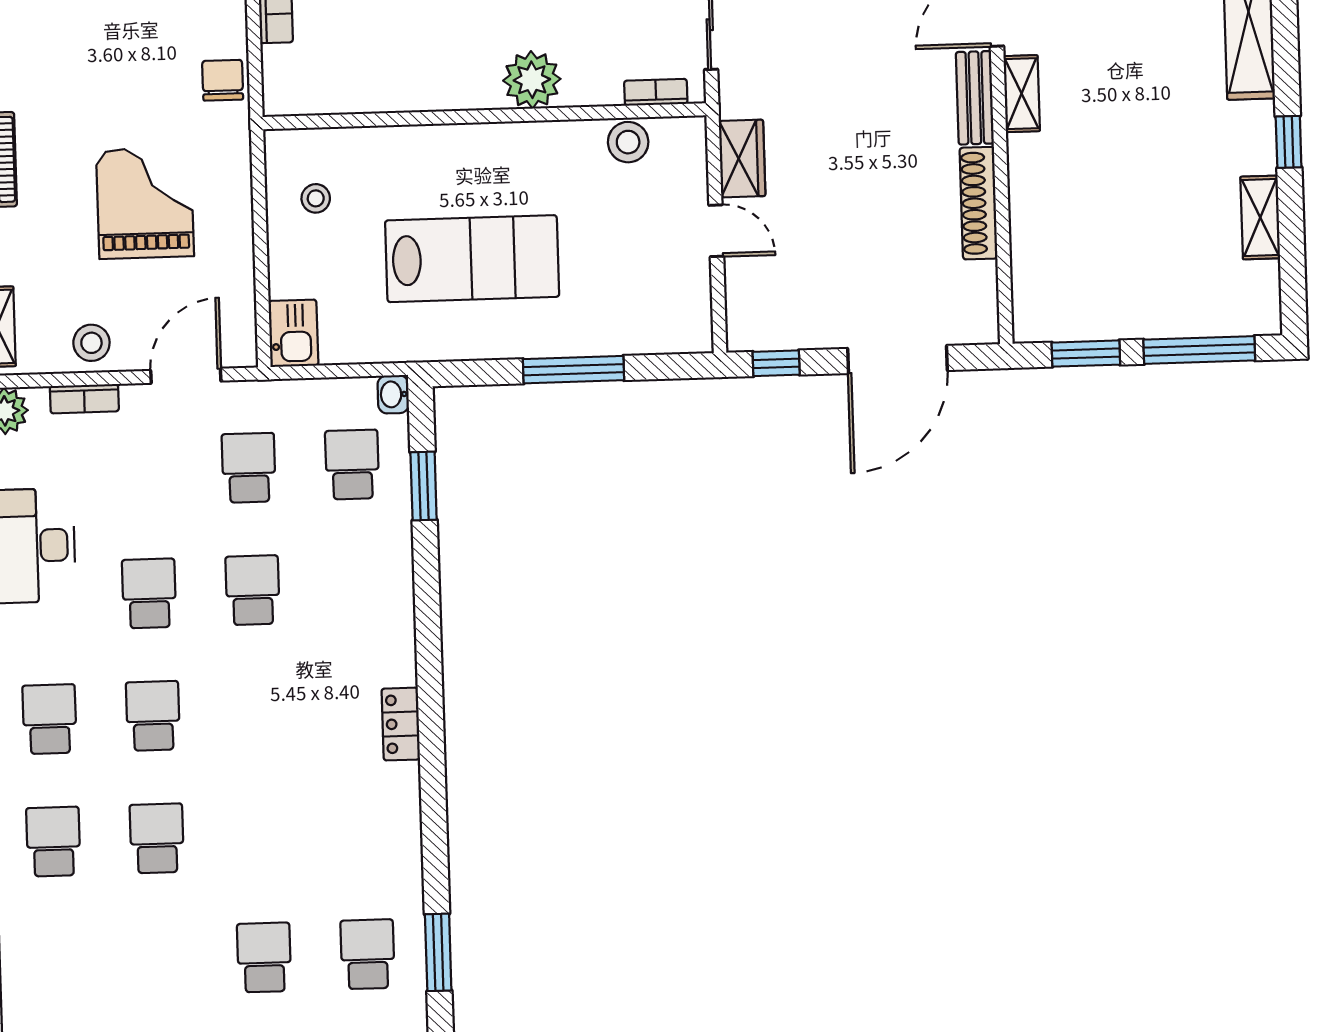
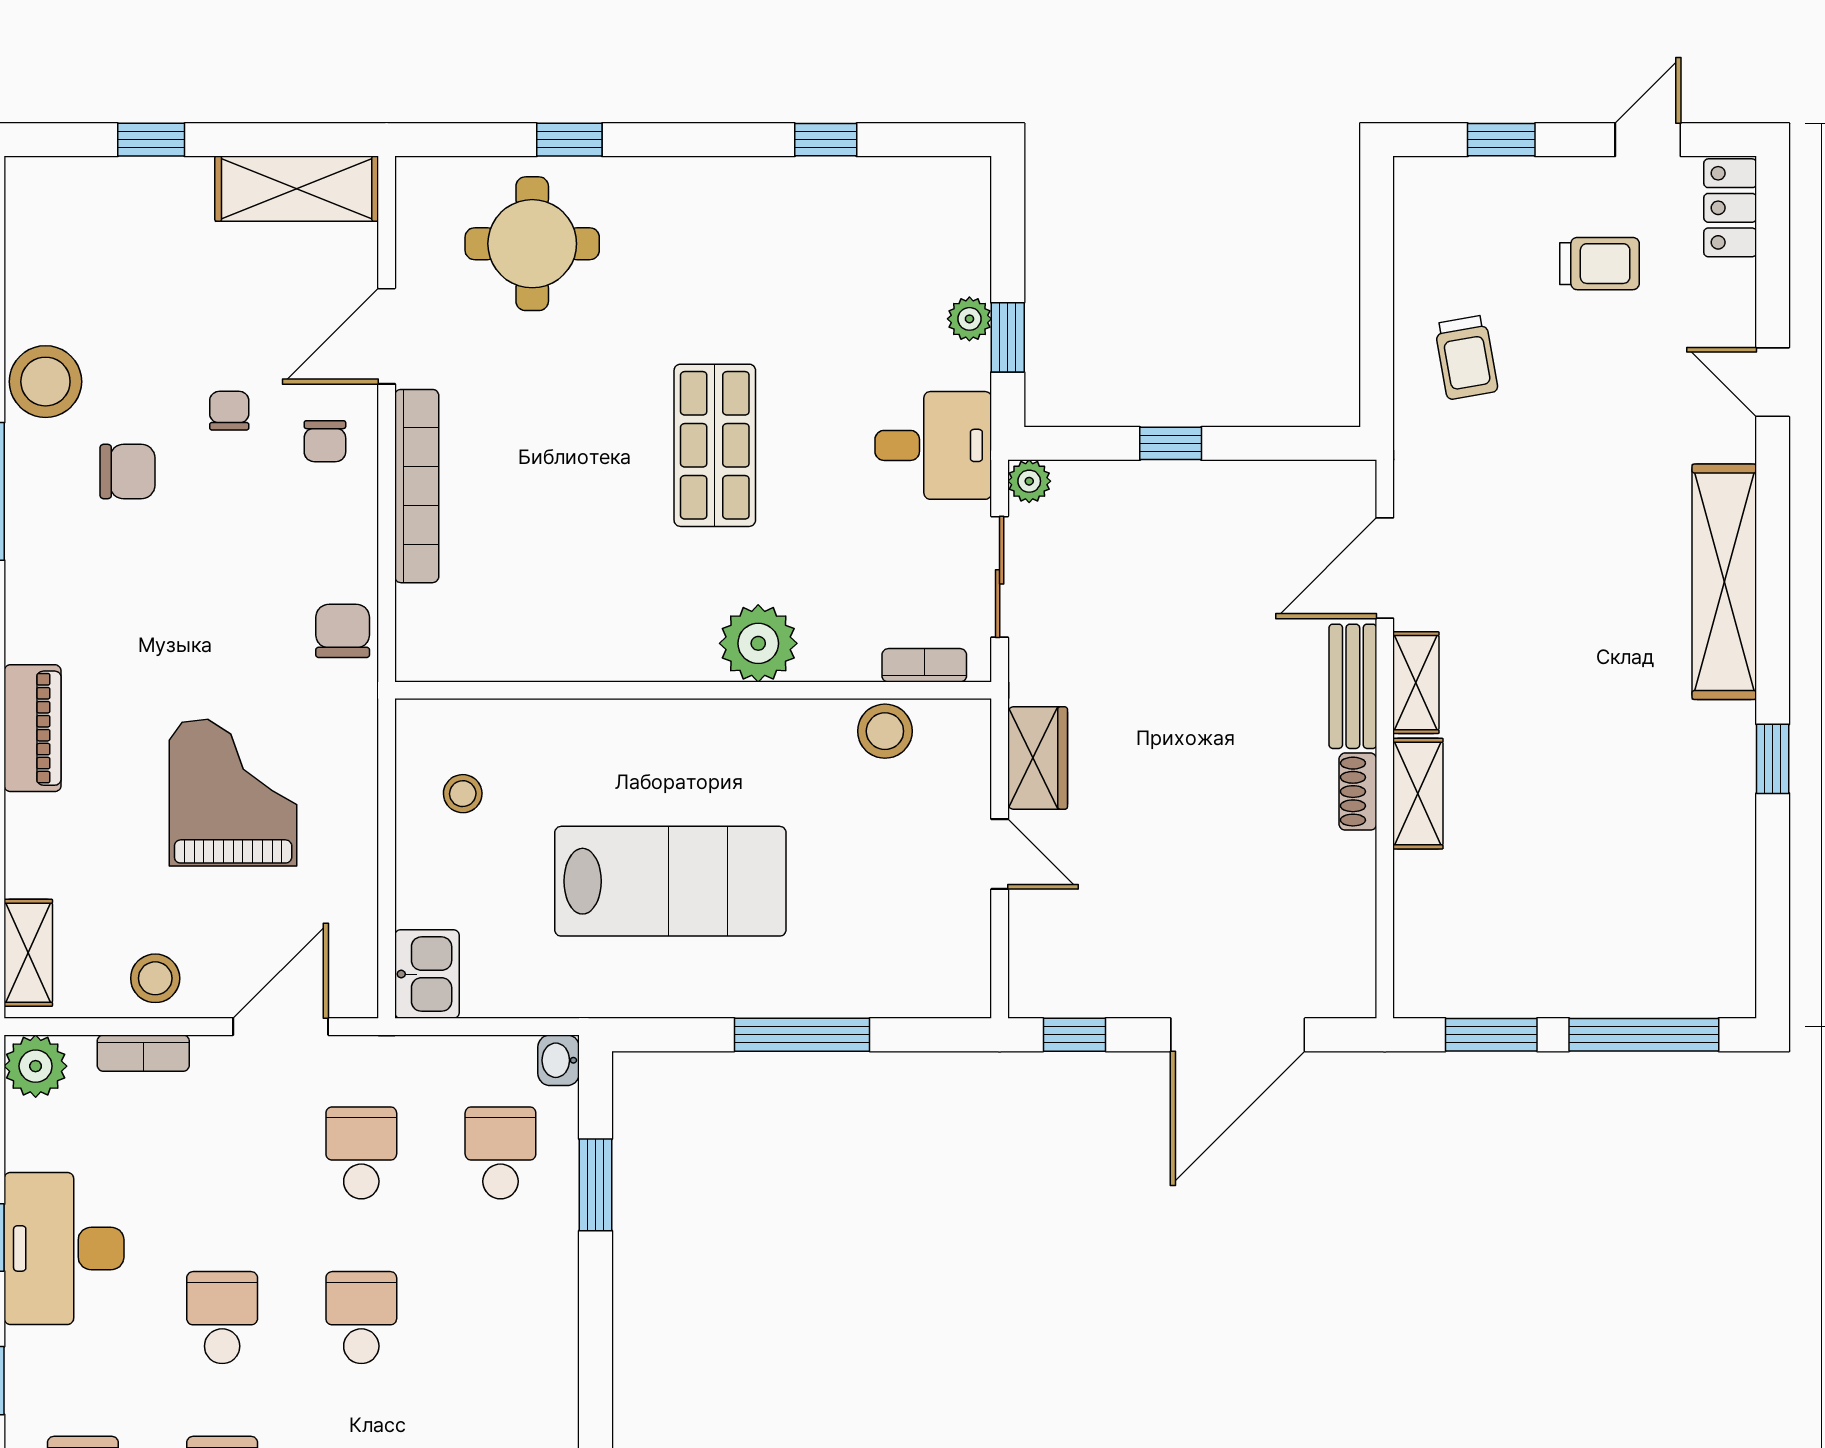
shoe rack: (979, 203) -> (1358, 792), width x0.51, depth x0.81
shelving: (1260, 217) -> (1418, 794), moved

